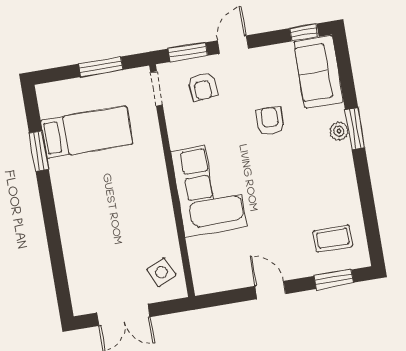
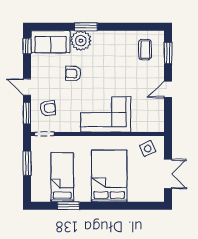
plant: (339, 131) -> (81, 41), width x1.87, depth x1.87
bed: (103, 213) -> (109, 176), added

